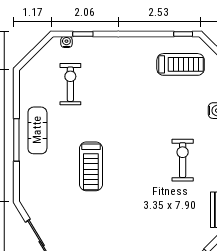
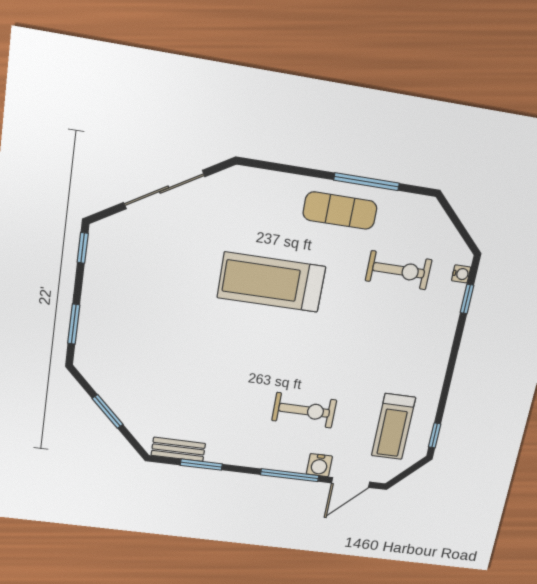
window: (16, 140) -> (367, 182), moved
exercise bike: (183, 160) -> (304, 410), moved
treadmill: (91, 166) -> (271, 282), width x1.37, depth x1.38

